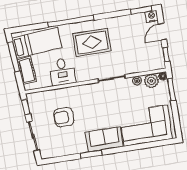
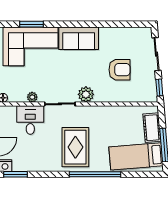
rug: (92, 42) -> (75, 147), turned 90
desk: (62, 72) -> (30, 120), moved
plant: (151, 81) -> (86, 94), moved
window: (91, 154) -> (32, 24), moved

